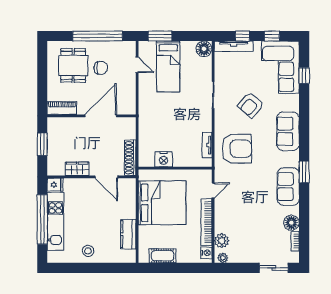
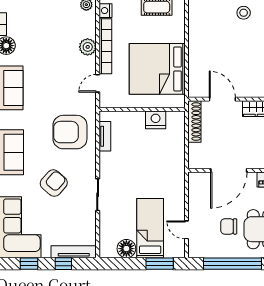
floor lamp: (204, 49) -> (126, 249), moved
kitchen counter: (128, 234) -> (197, 32), removed
plant: (222, 241) -> (88, 47), moved

